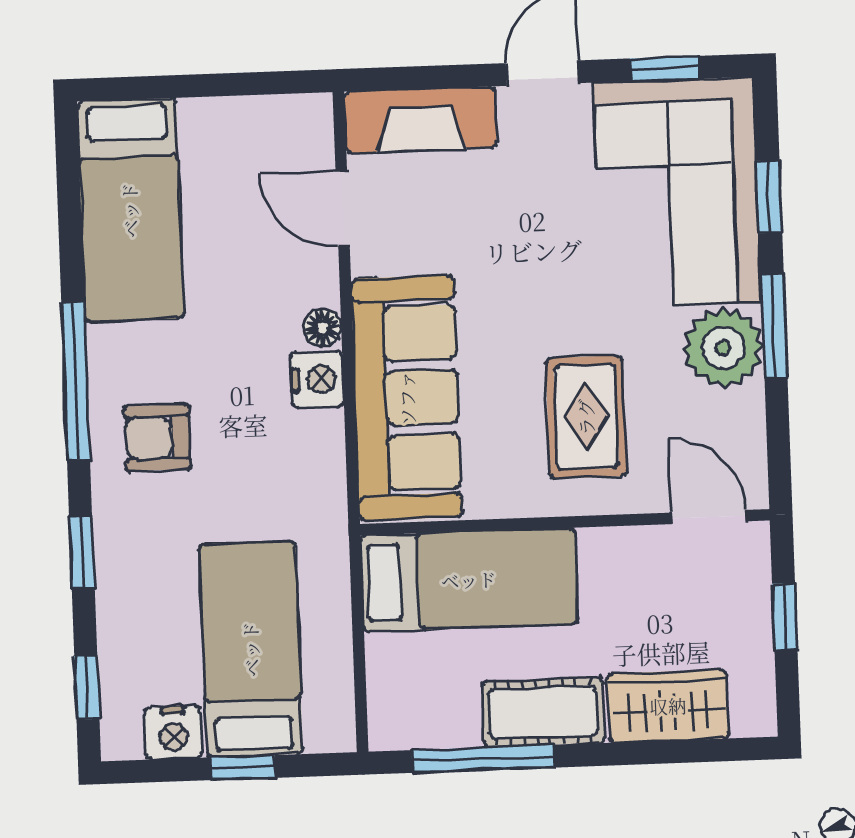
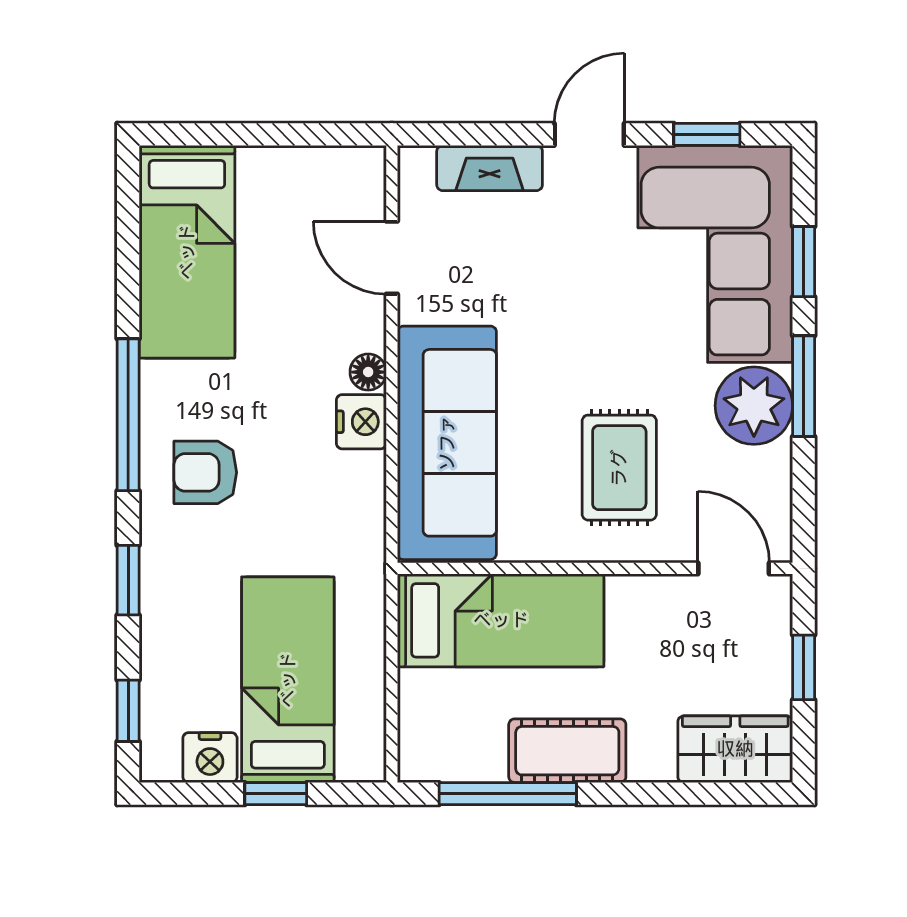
fireplace: (421, 120) -> (490, 168), width x0.73, depth x0.76
wardrobe: (668, 706) -> (735, 749), moved

